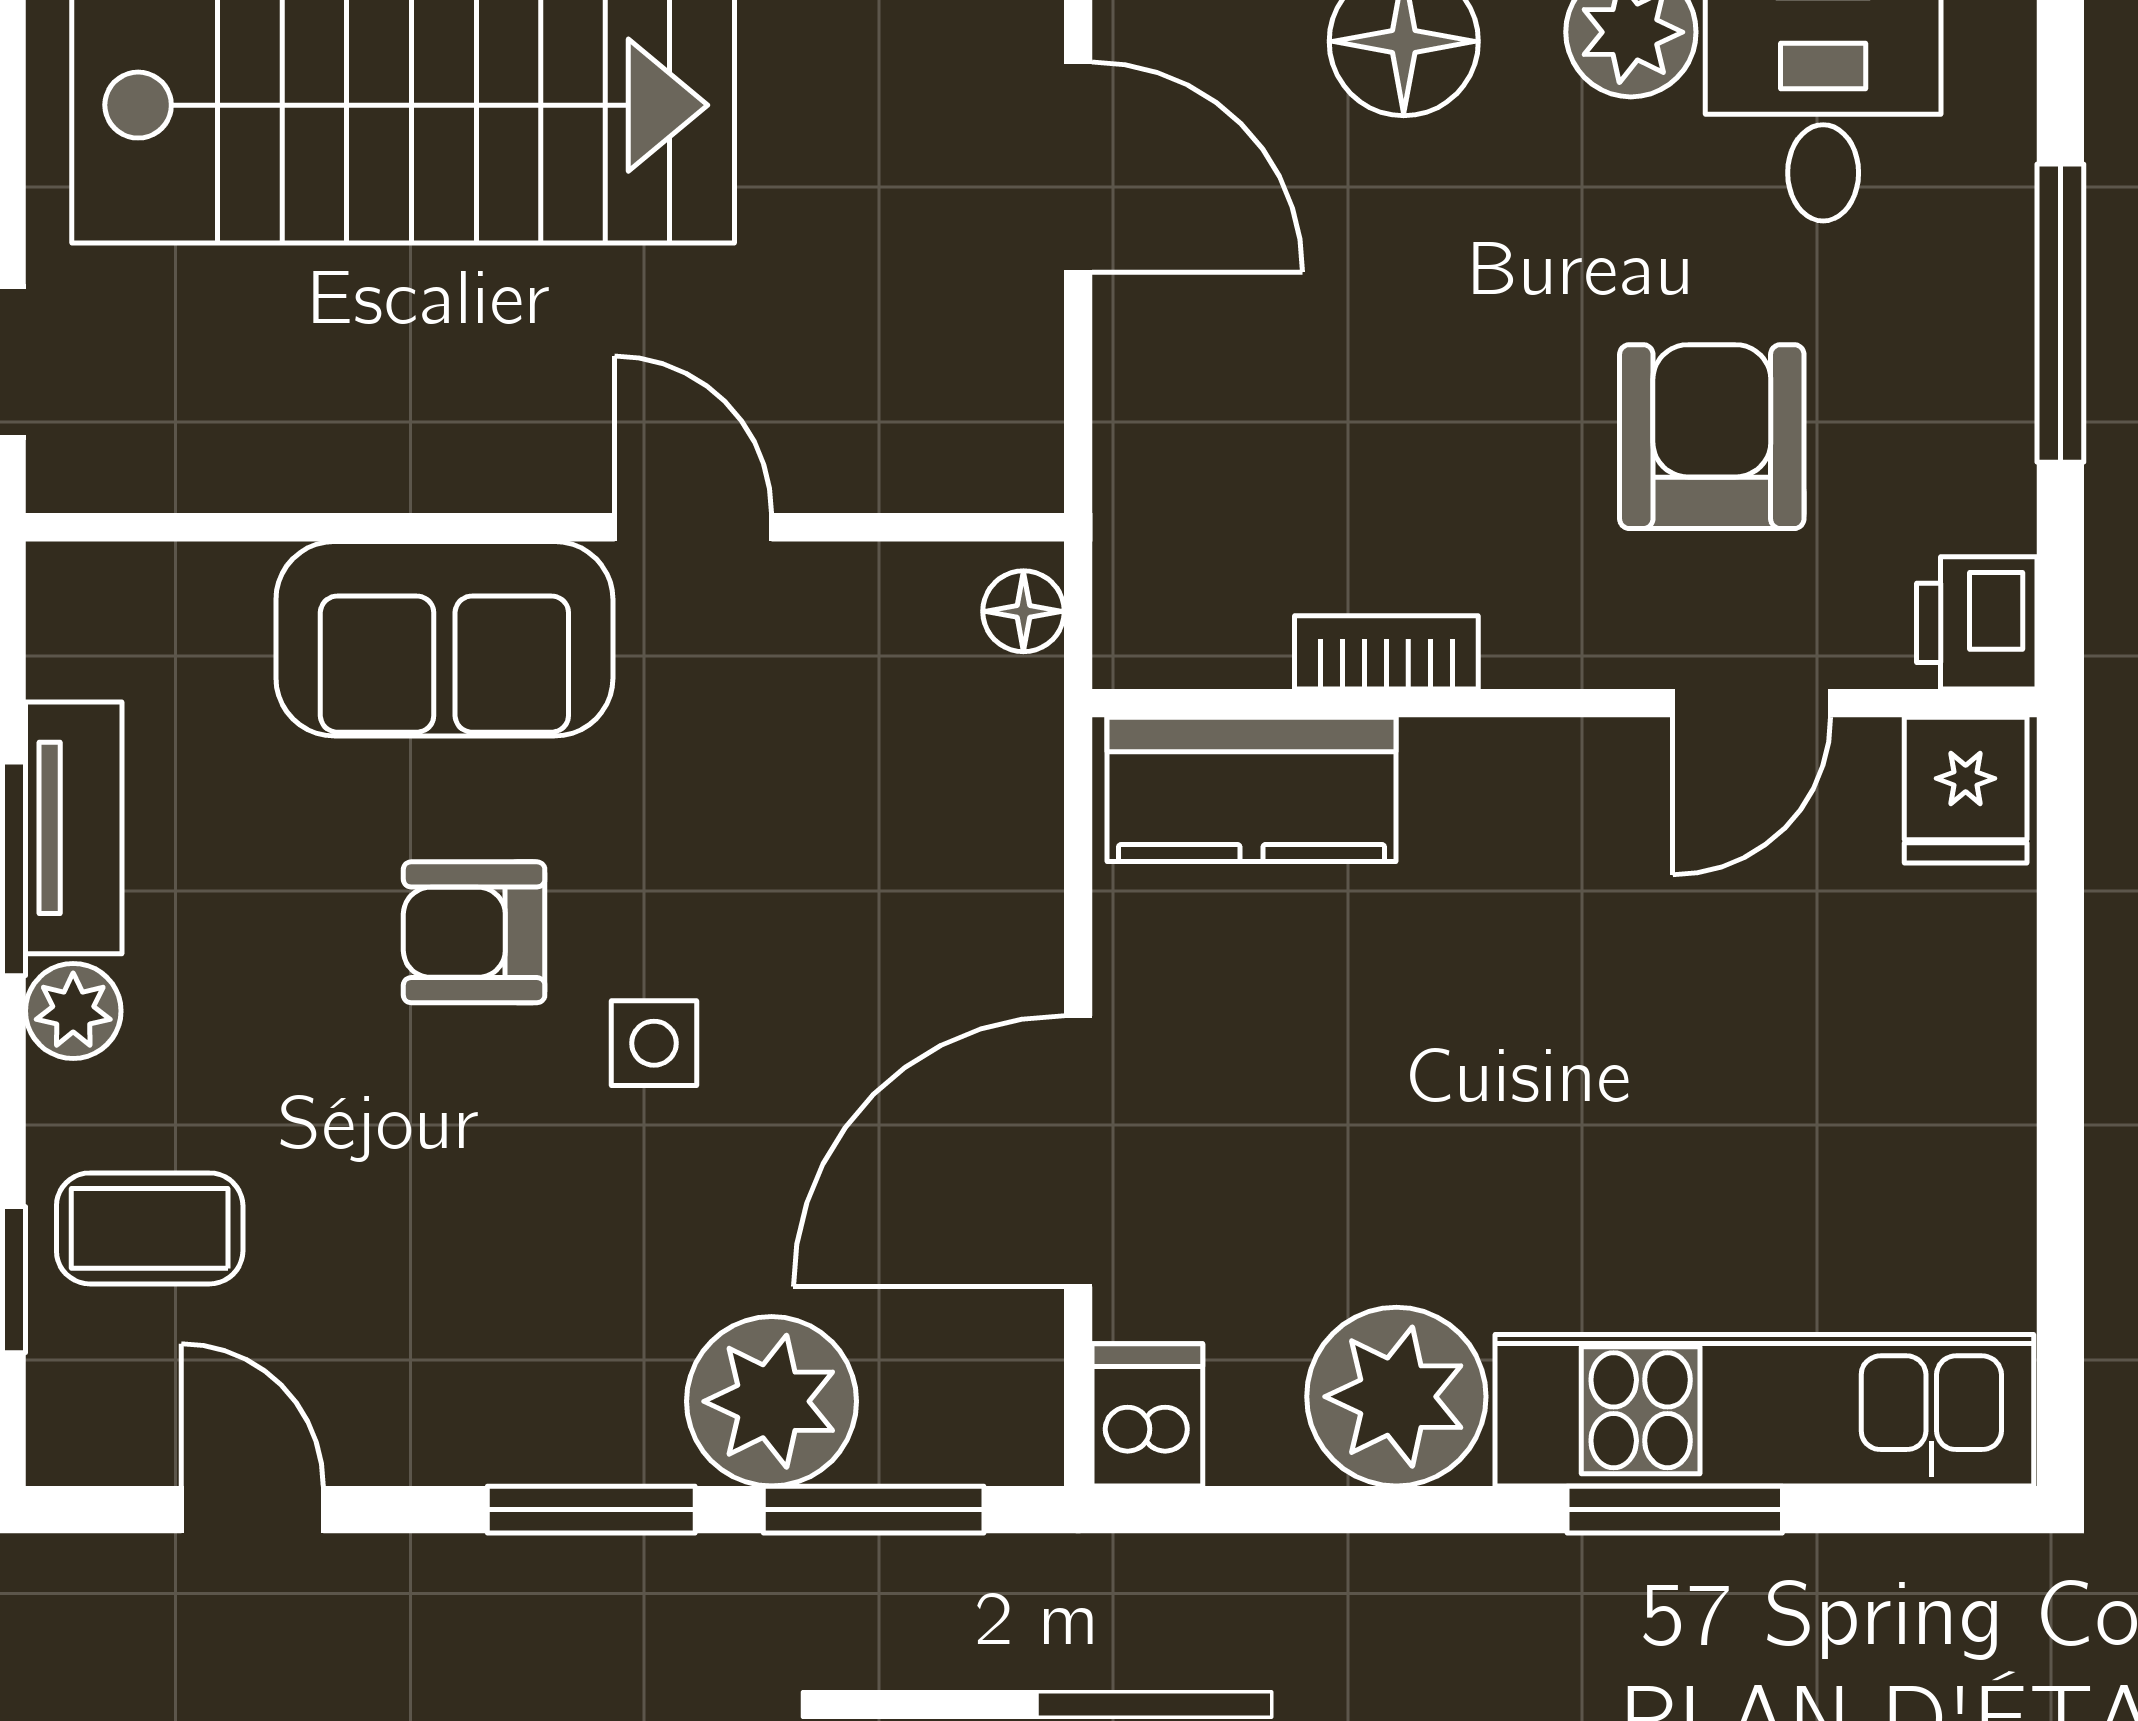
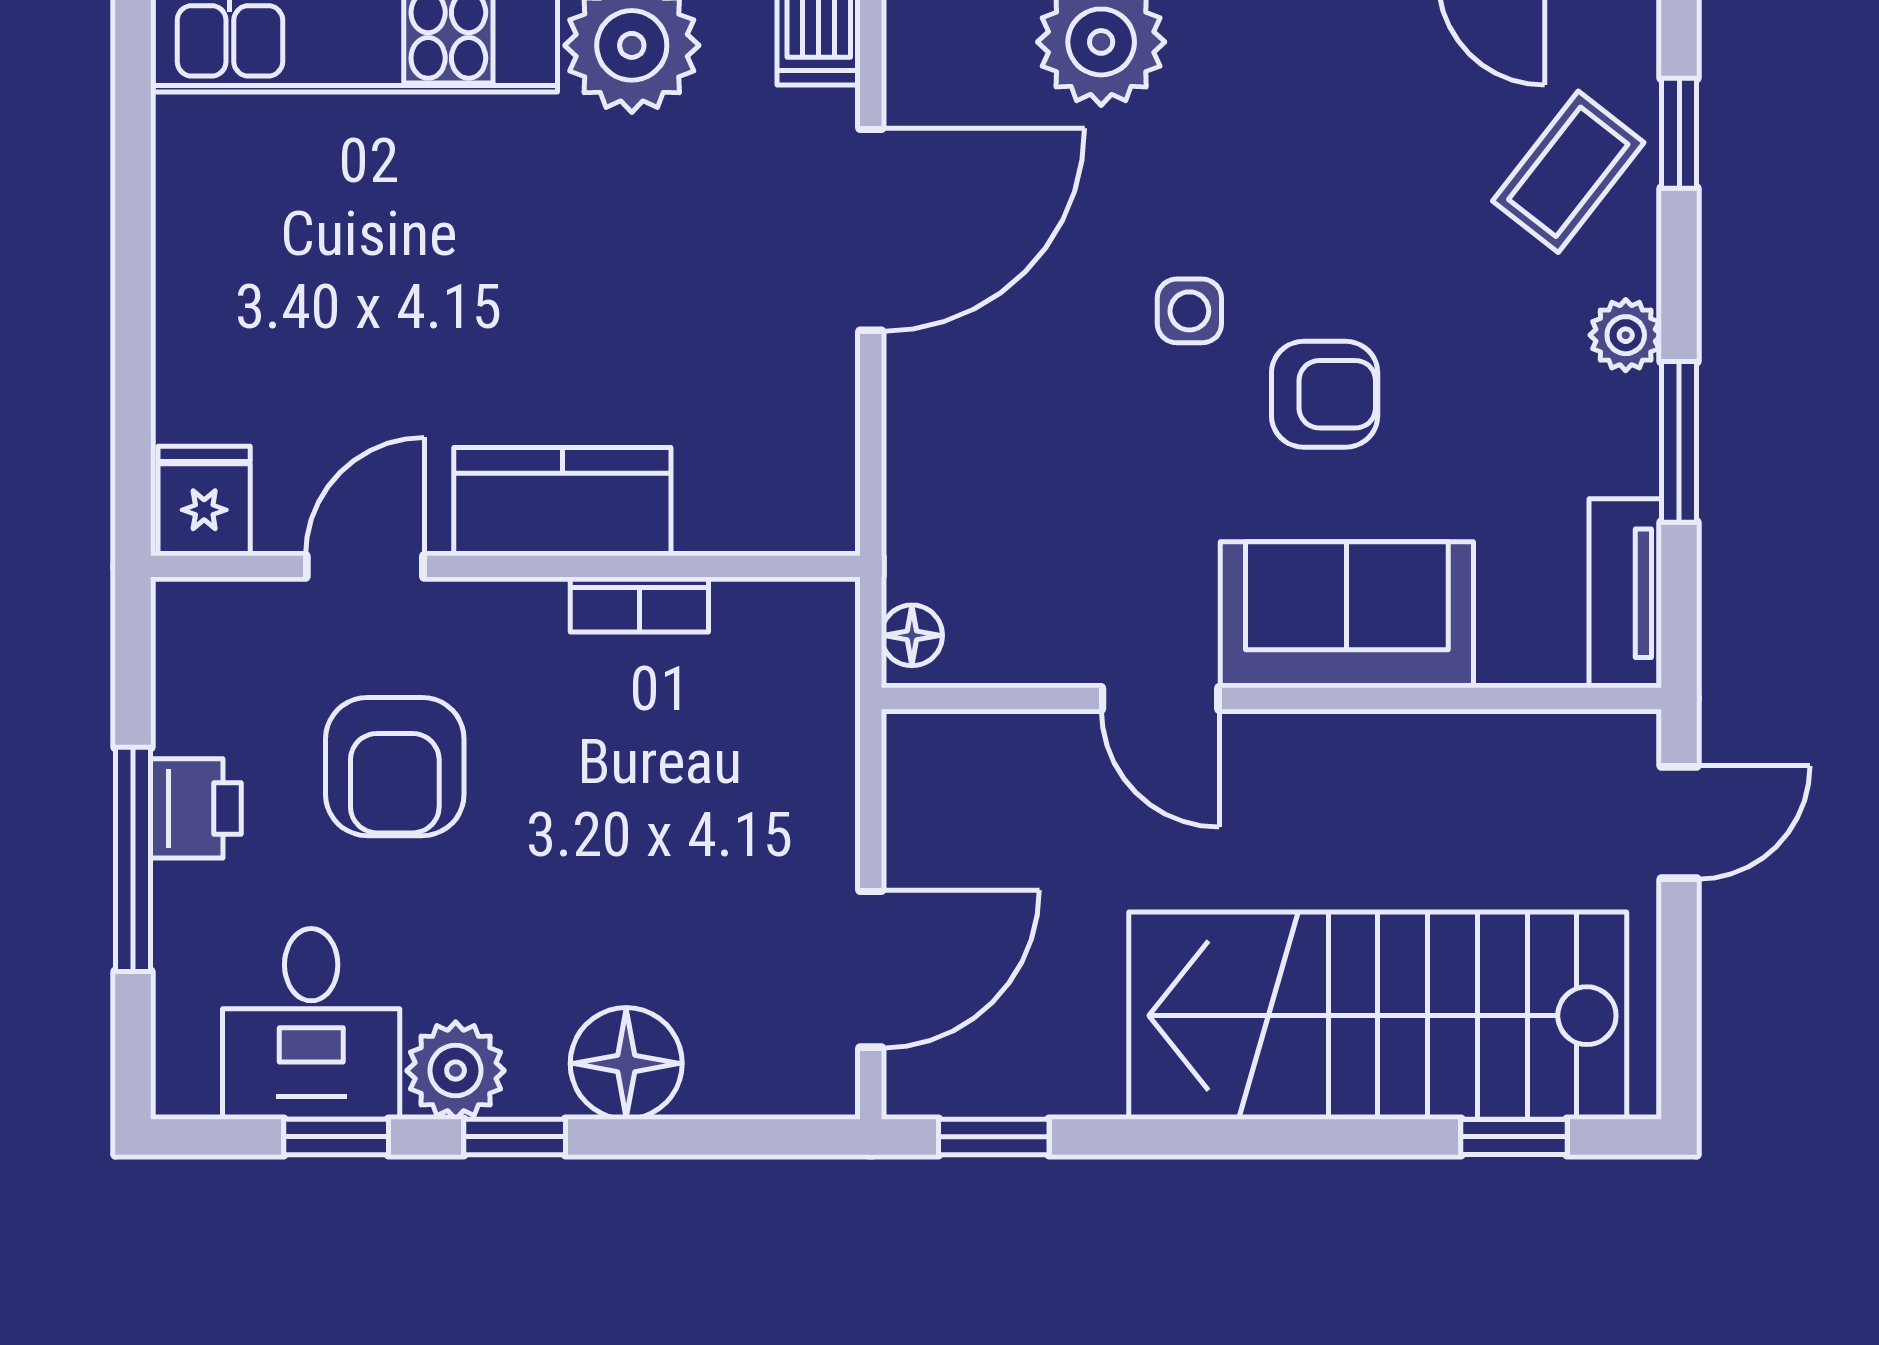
door: (1078, 167) -> (871, 969), swing flipped
printer: (1977, 623) -> (196, 808), moved
kitchen counter: (1251, 789) -> (562, 502), moved
tv unit: (74, 828) -> (1625, 593), moved
coffee table: (150, 1228) -> (1568, 172), turned -52

